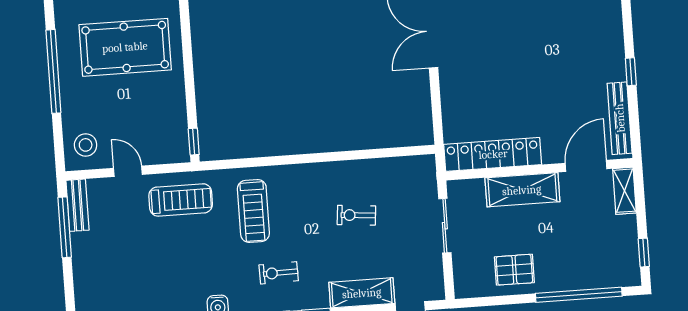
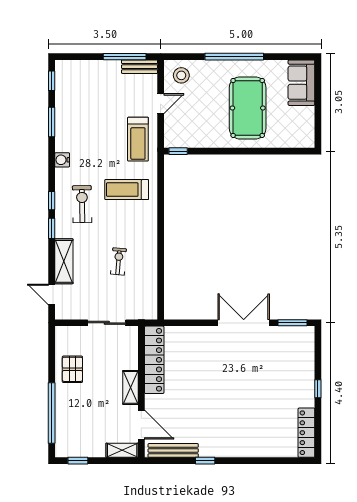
shelving: (522, 190) -> (131, 387), width x0.67, depth x0.75
exercise bike: (279, 273) -> (82, 204), width x1.38, depth x1.39

